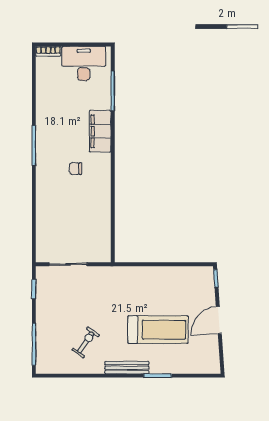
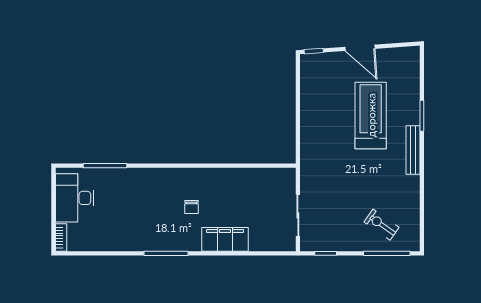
filing cabinet: (100, 131) -> (225, 239), moved, turned 180
exercise bike: (86, 342) -> (381, 225), moved

